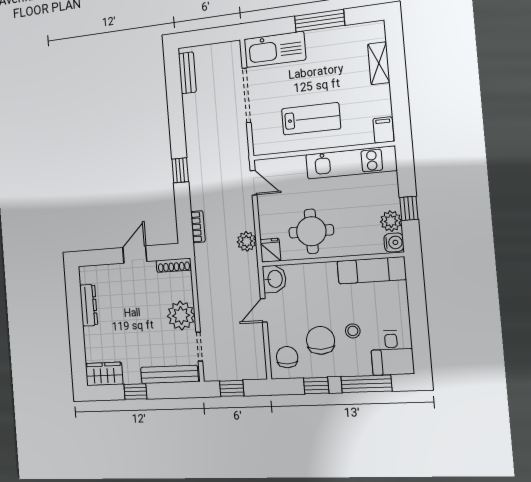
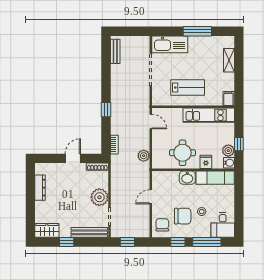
fridge: (270, 250) -> (206, 162), moved
washbasin: (274, 279) -> (187, 178), moved, turned 90
chair: (321, 340) -> (183, 216), turned 90

